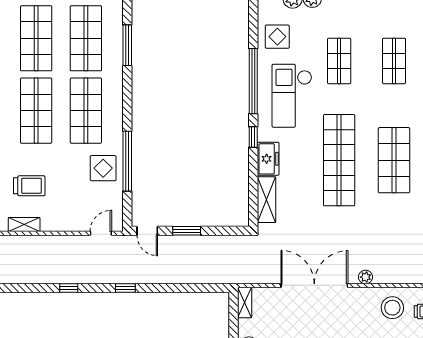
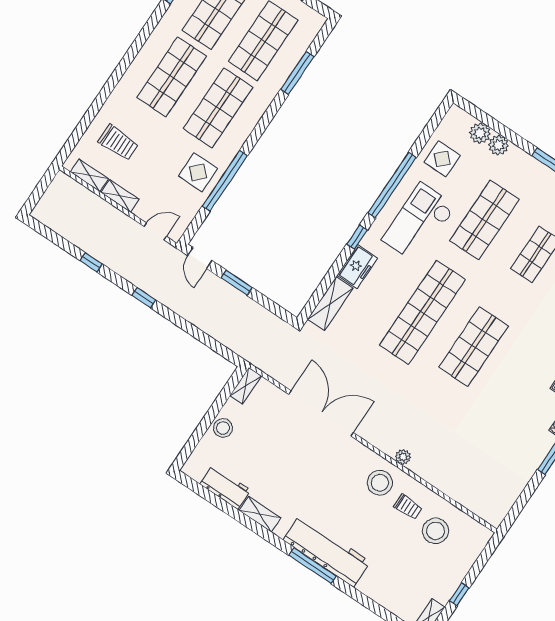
shop shelf: (339, 61) -> (484, 220), width x1.43, depth x1.36
shelving: (57, 224) -> (120, 196), added
plant: (366, 277) -> (403, 457), moved

